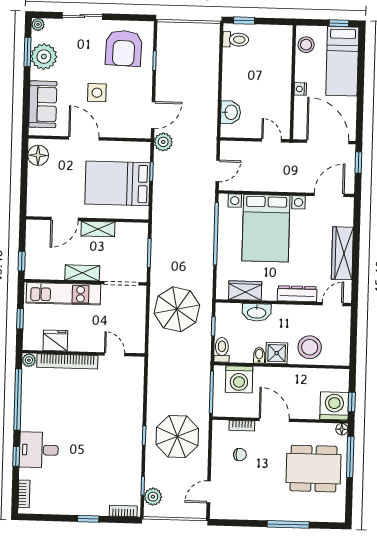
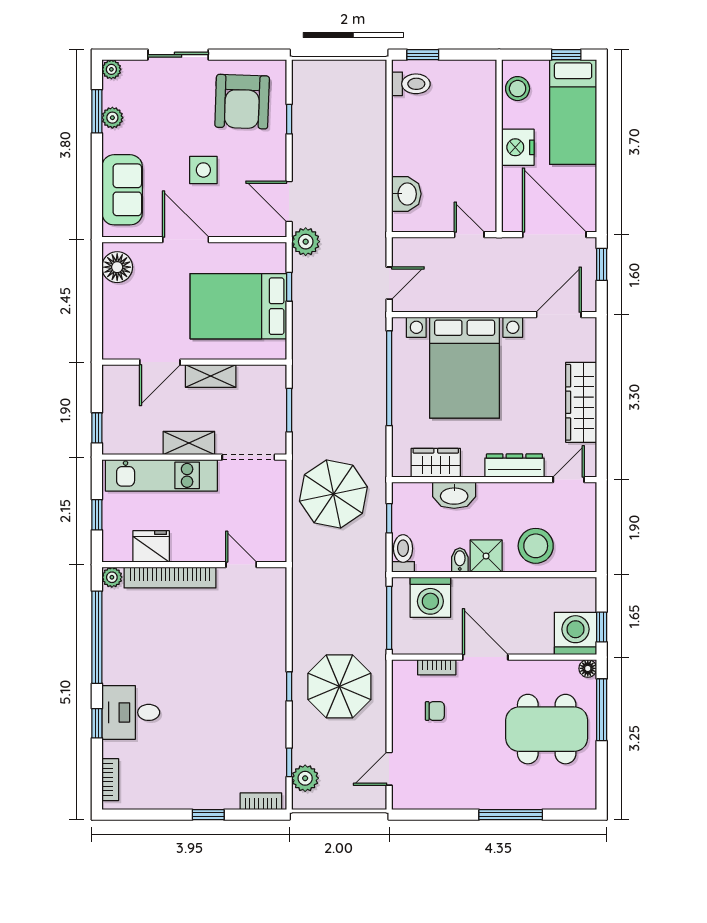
plant: (44, 57) -> (112, 118), width x0.53, depth x0.53
nightstand: (300, 89) -> (518, 147), width x1.89, depth x1.79
door: (153, 115) -> (289, 201), swing flipped

